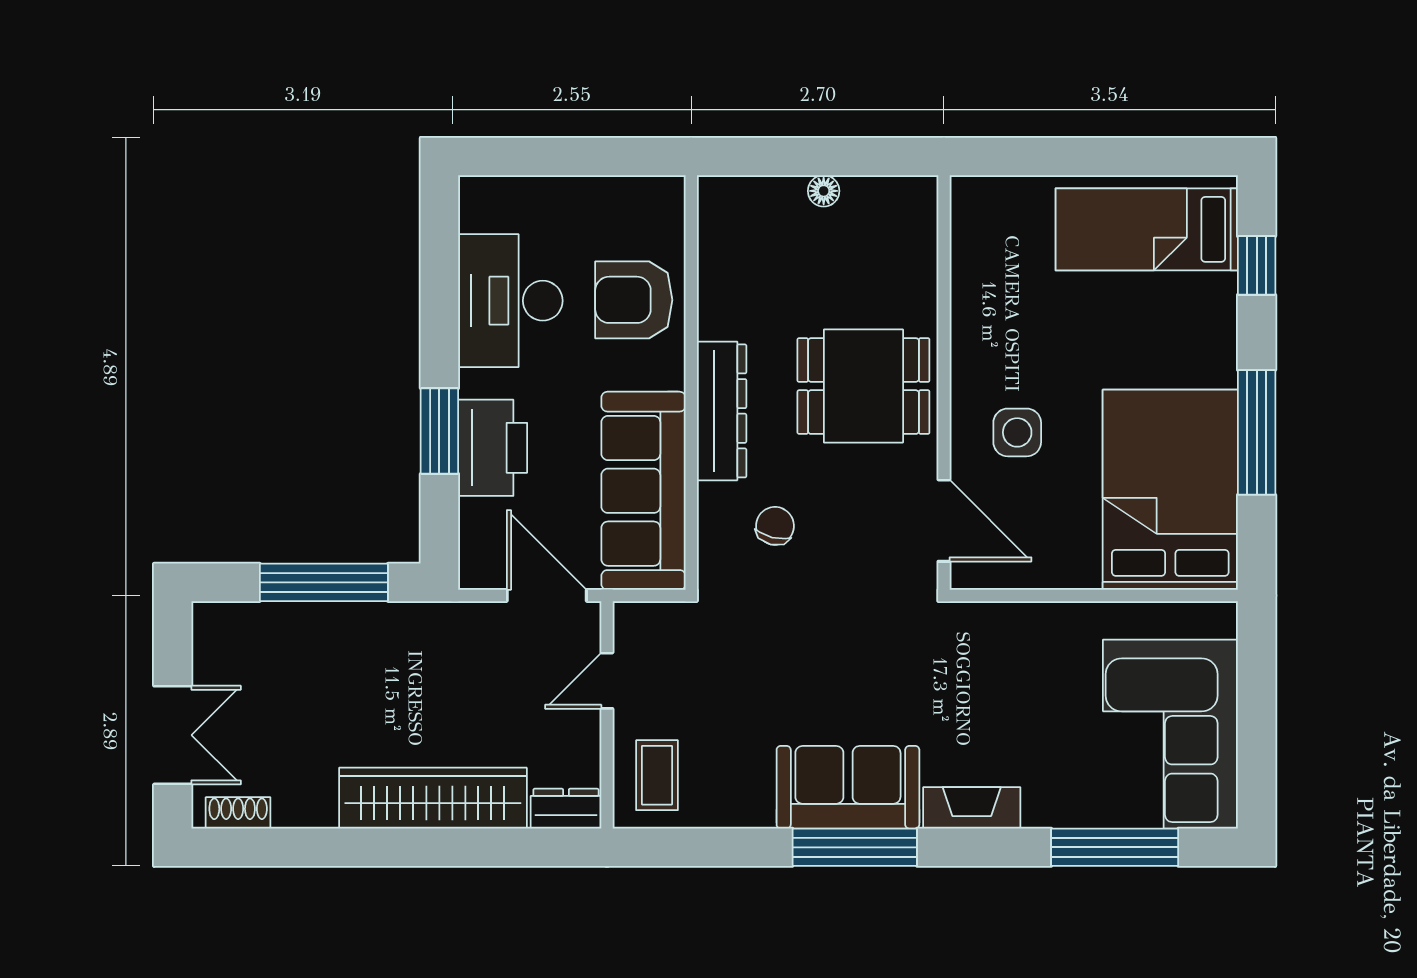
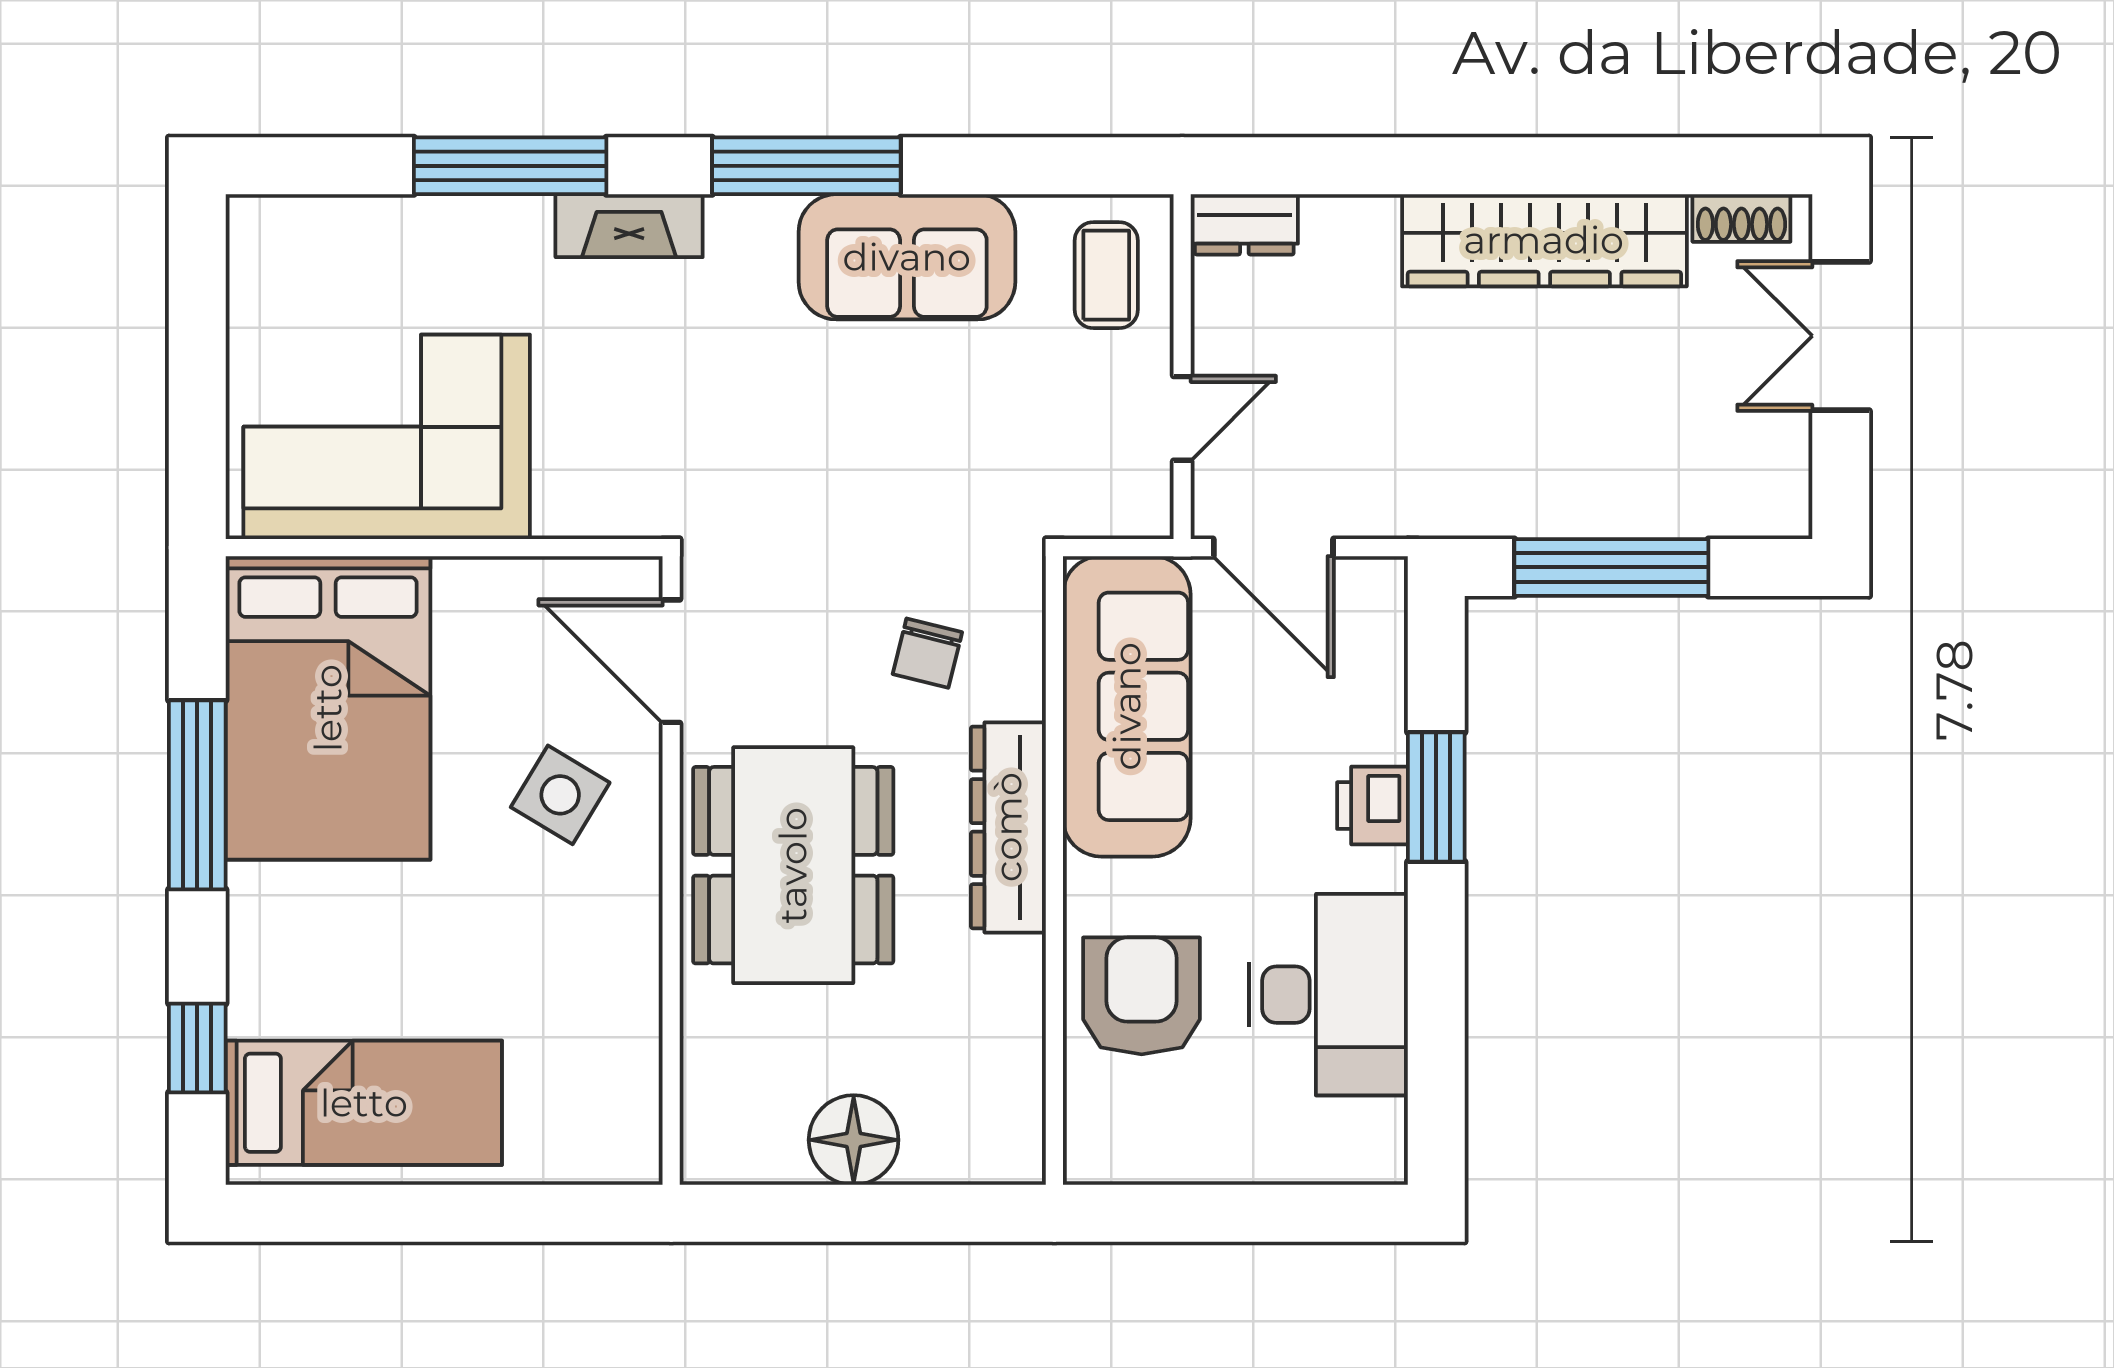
floor lamp: (824, 191) -> (854, 1140), width x1.89, depth x1.89
armchair: (634, 300) -> (1142, 996), turned -90
dining table: (863, 386) -> (793, 865), width x1.38
side table: (1017, 432) -> (560, 795), turned 31
printer: (493, 448) -> (1372, 806), width x0.53, depth x0.68
corner sofa: (1170, 734) -> (387, 437), moved, turned -90
sofa: (848, 787) -> (907, 257), moved
wardrobe: (433, 798) -> (1544, 240), moved
window: (1115, 847) -> (510, 166), moved

